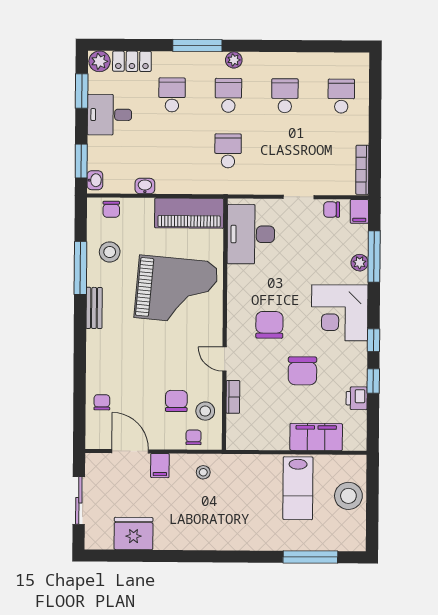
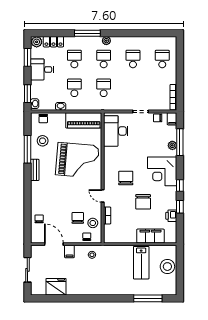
school desk: (172, 150) -> (74, 88), added

